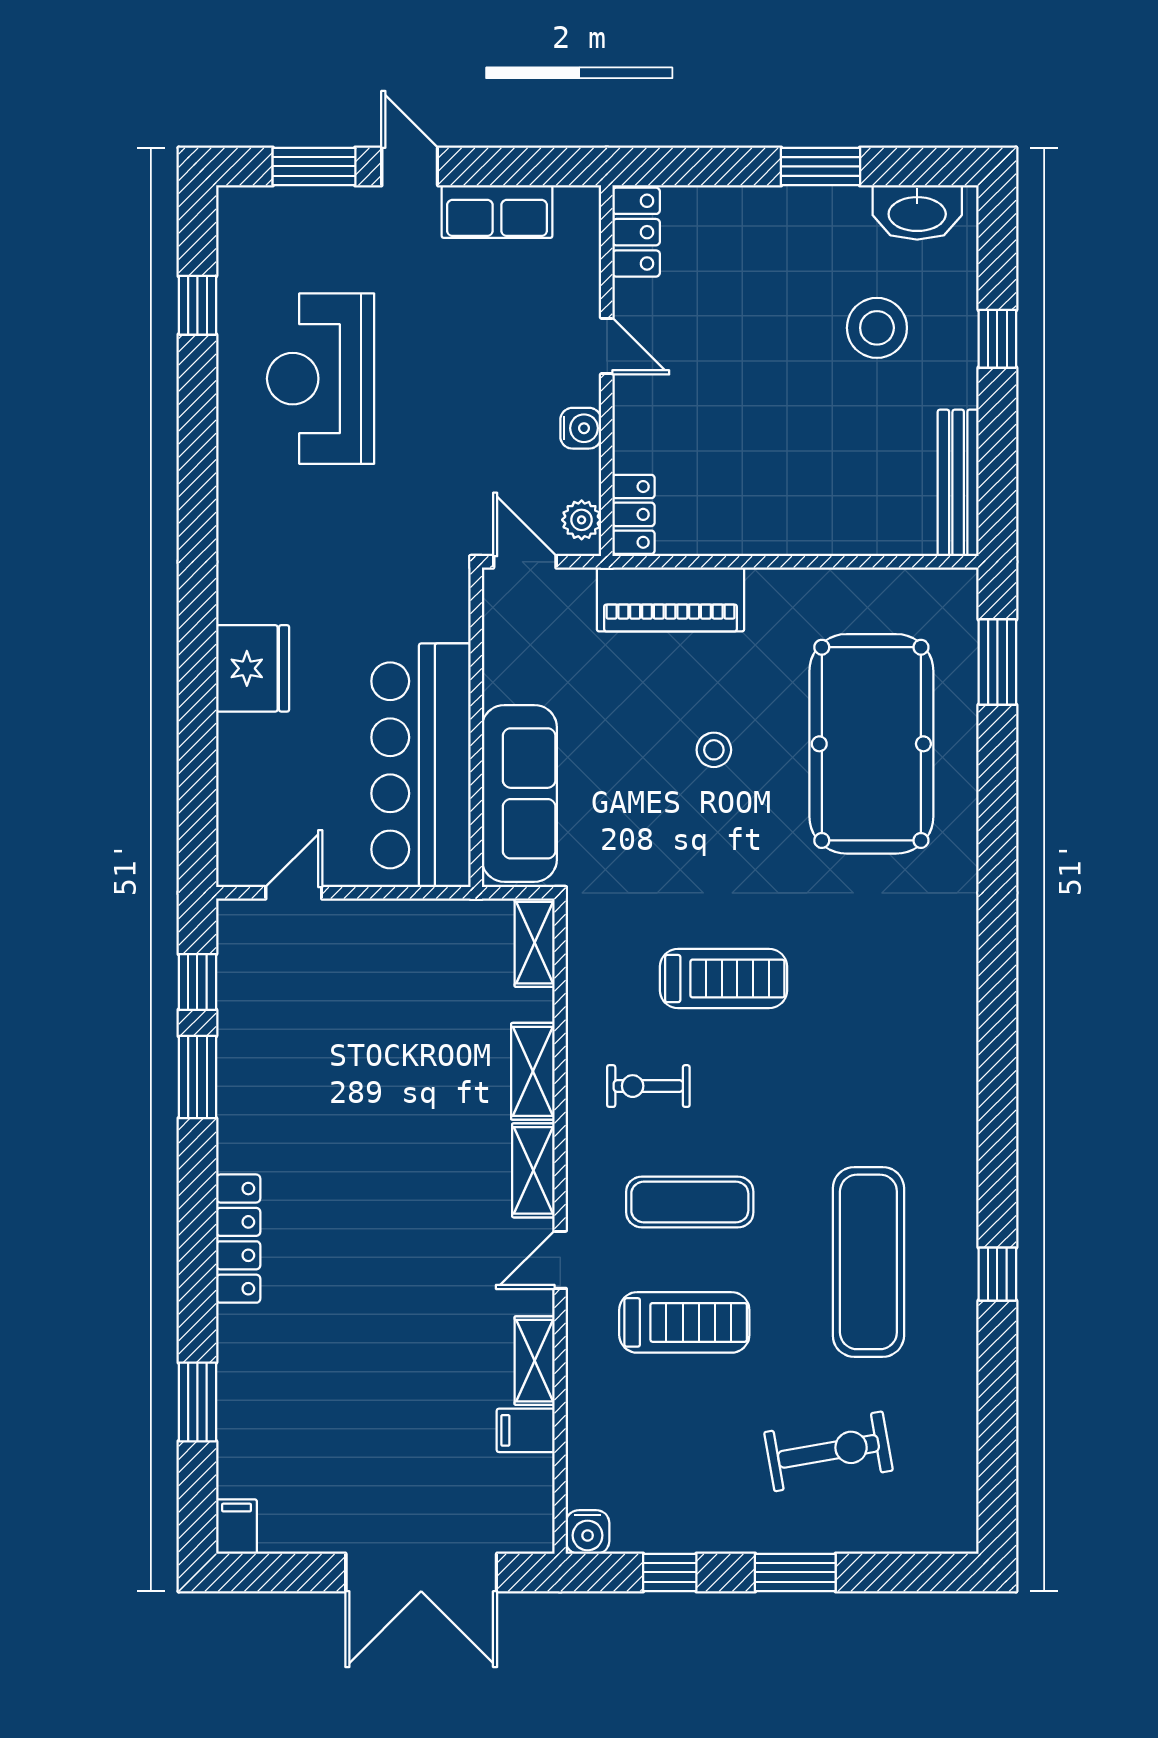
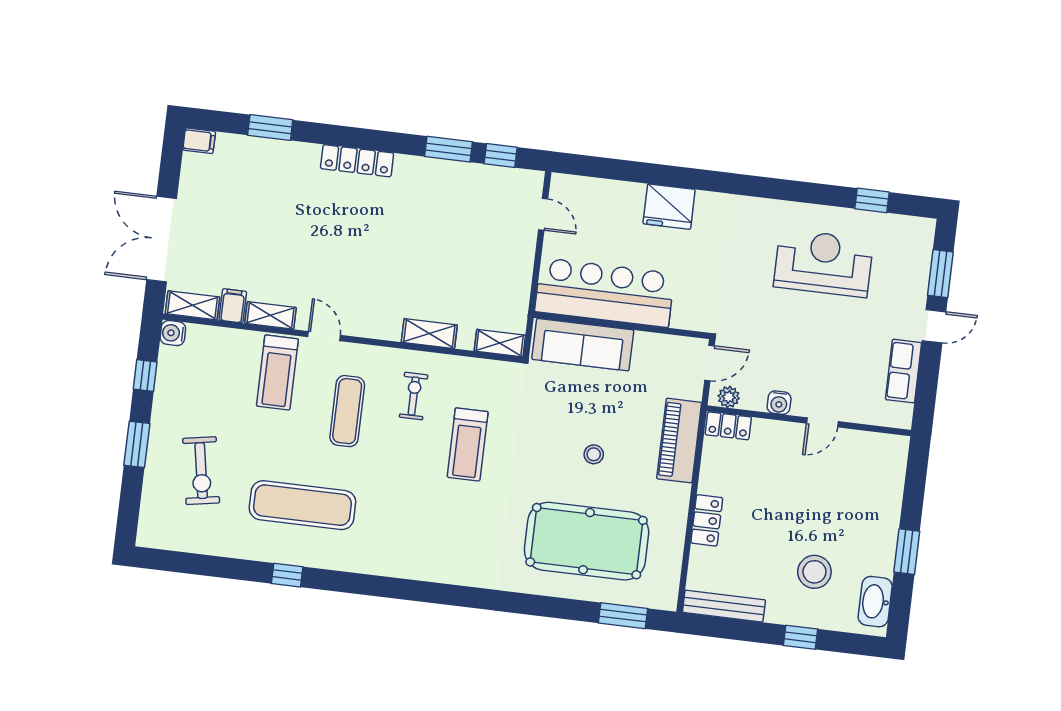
locker: (636, 232) -> (707, 520), moved, turned -90
shelving: (533, 1170) -> (193, 305), moved
treadmill: (684, 1322) -> (277, 372), moved

